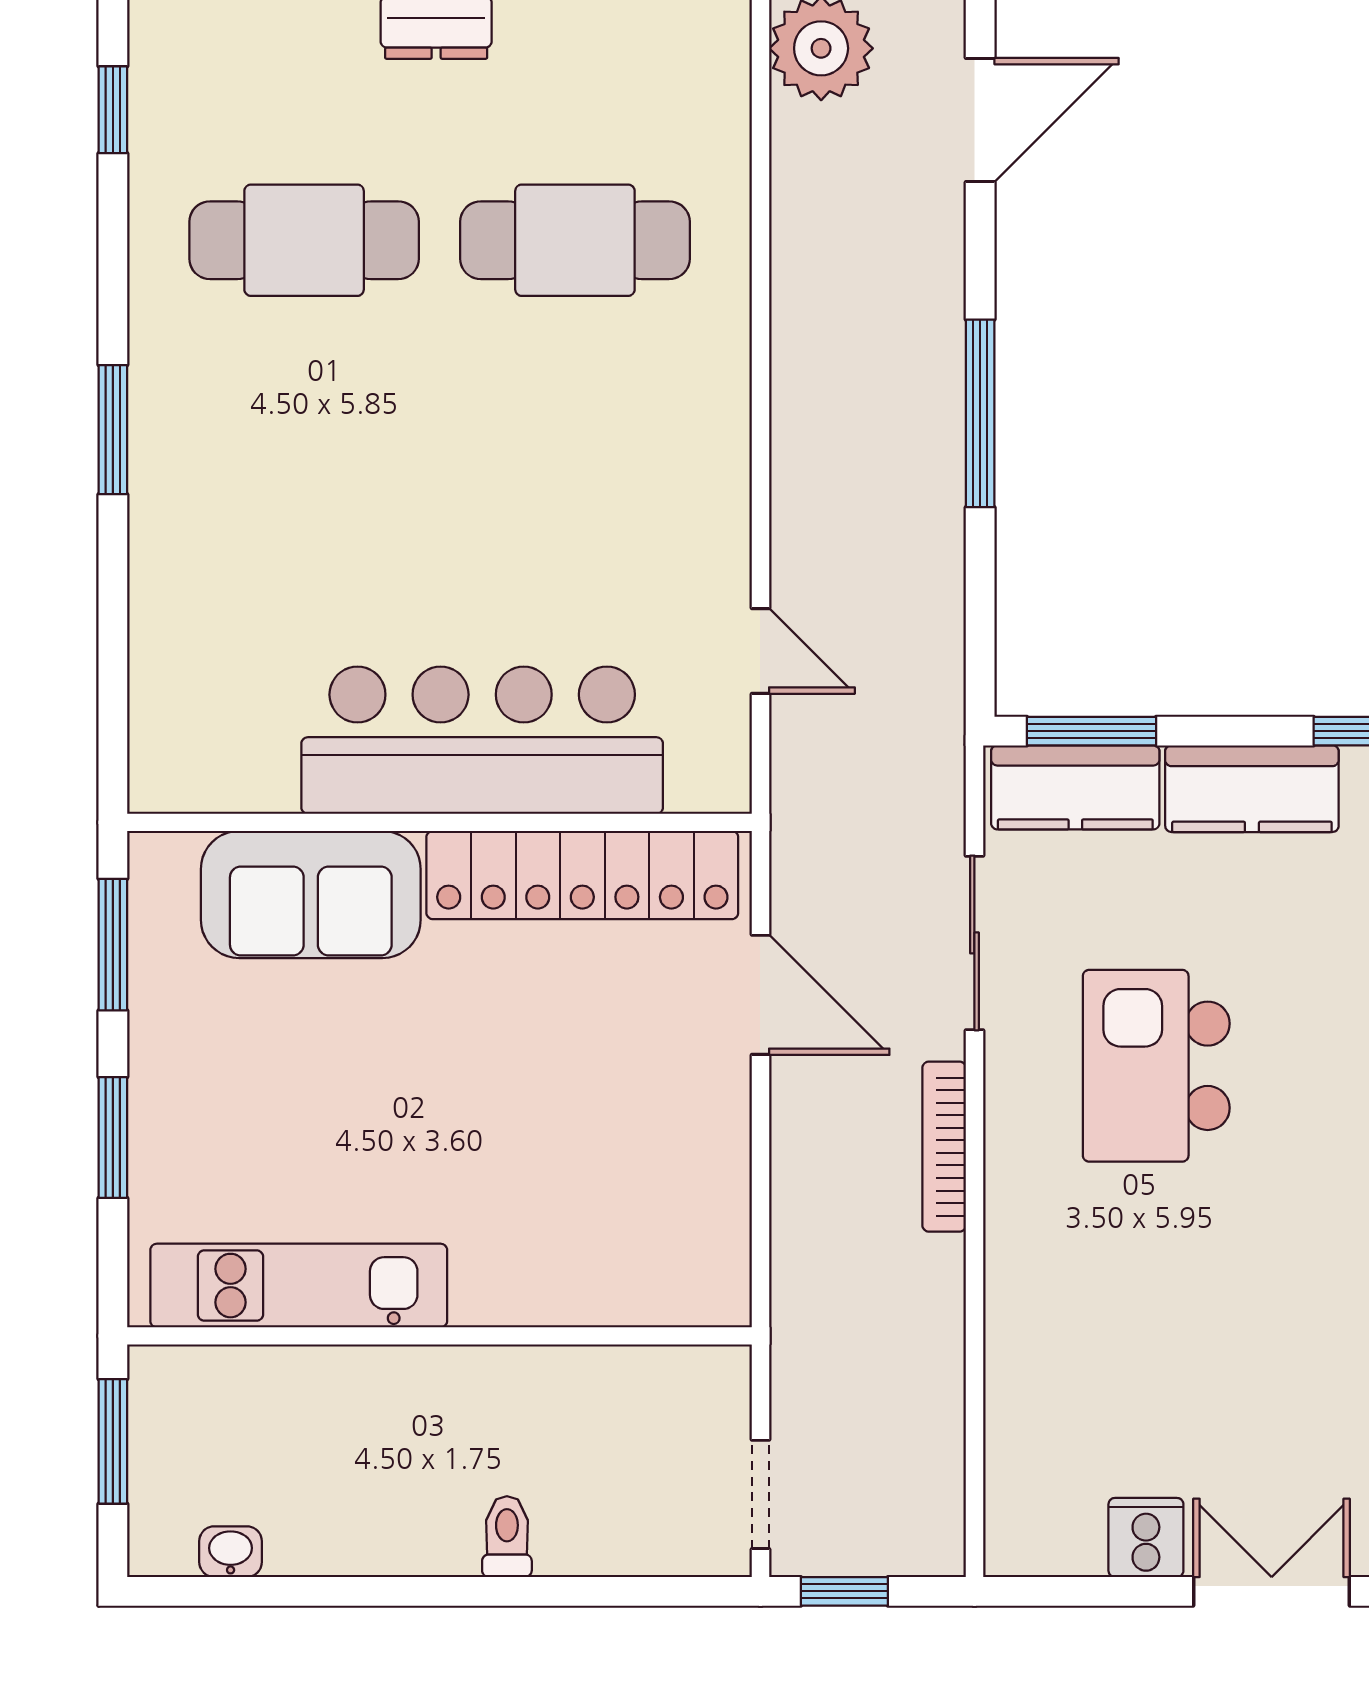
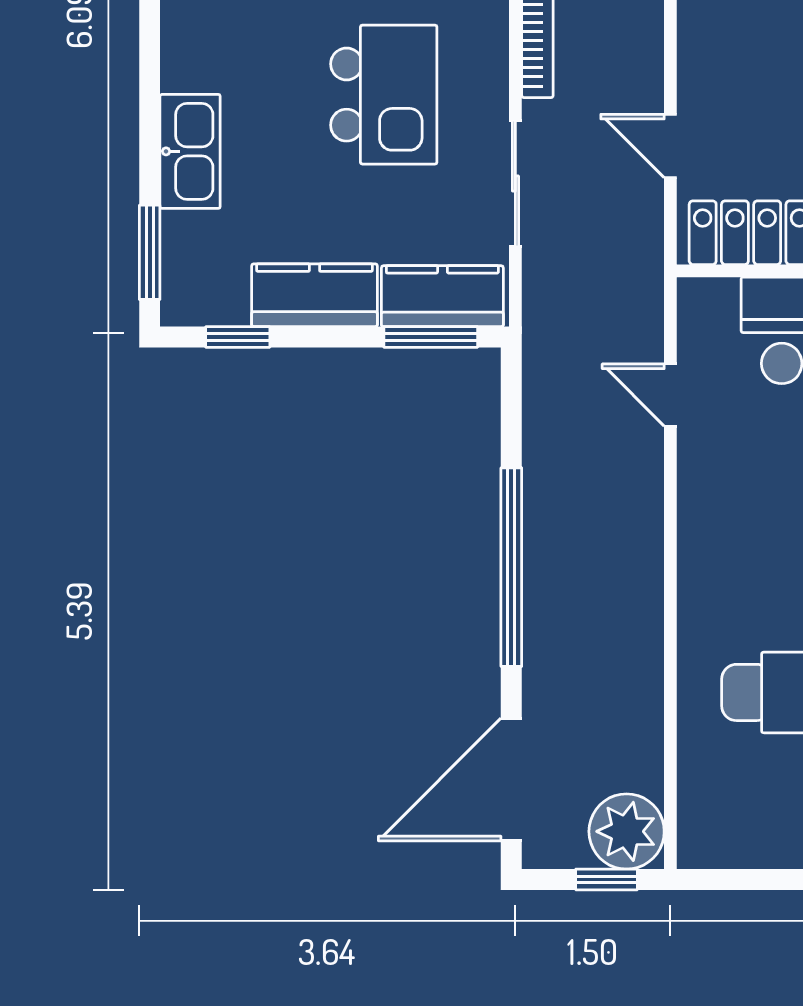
door: (980, 120) -> (511, 780), width x1.36
window: (980, 413) -> (511, 567), width x1.46
door: (760, 995) -> (670, 146), width x0.73

